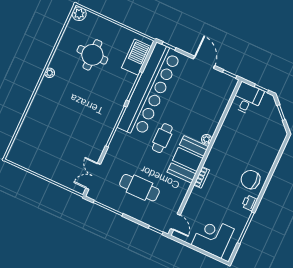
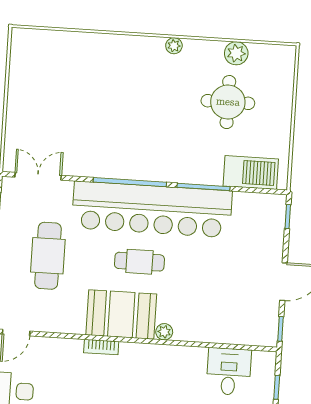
plant: (79, 14) -> (236, 53), moved
bar counter: (149, 90) -> (152, 209), moved
desk: (247, 99) -> (229, 372), moved, turned -90

